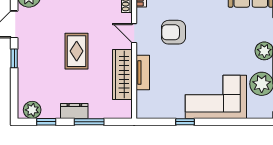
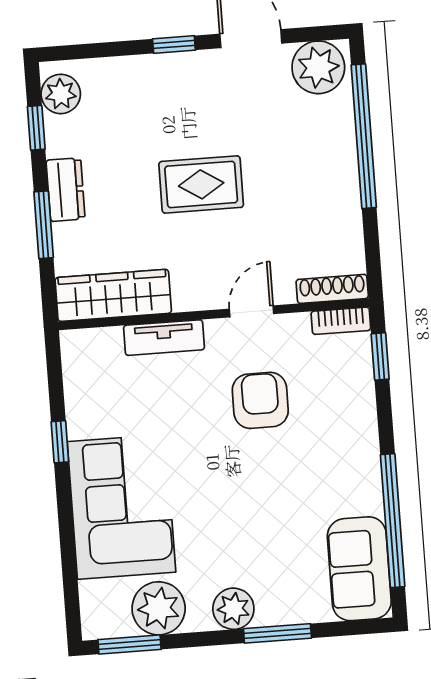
wardrobe: (122, 75) -> (113, 295), moved

